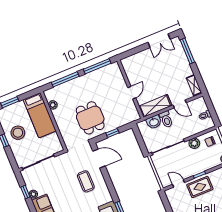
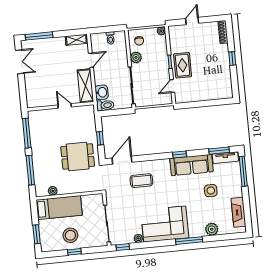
toilet: (166, 119) -> (105, 105), moved
window: (25, 192) -> (123, 247), moved

